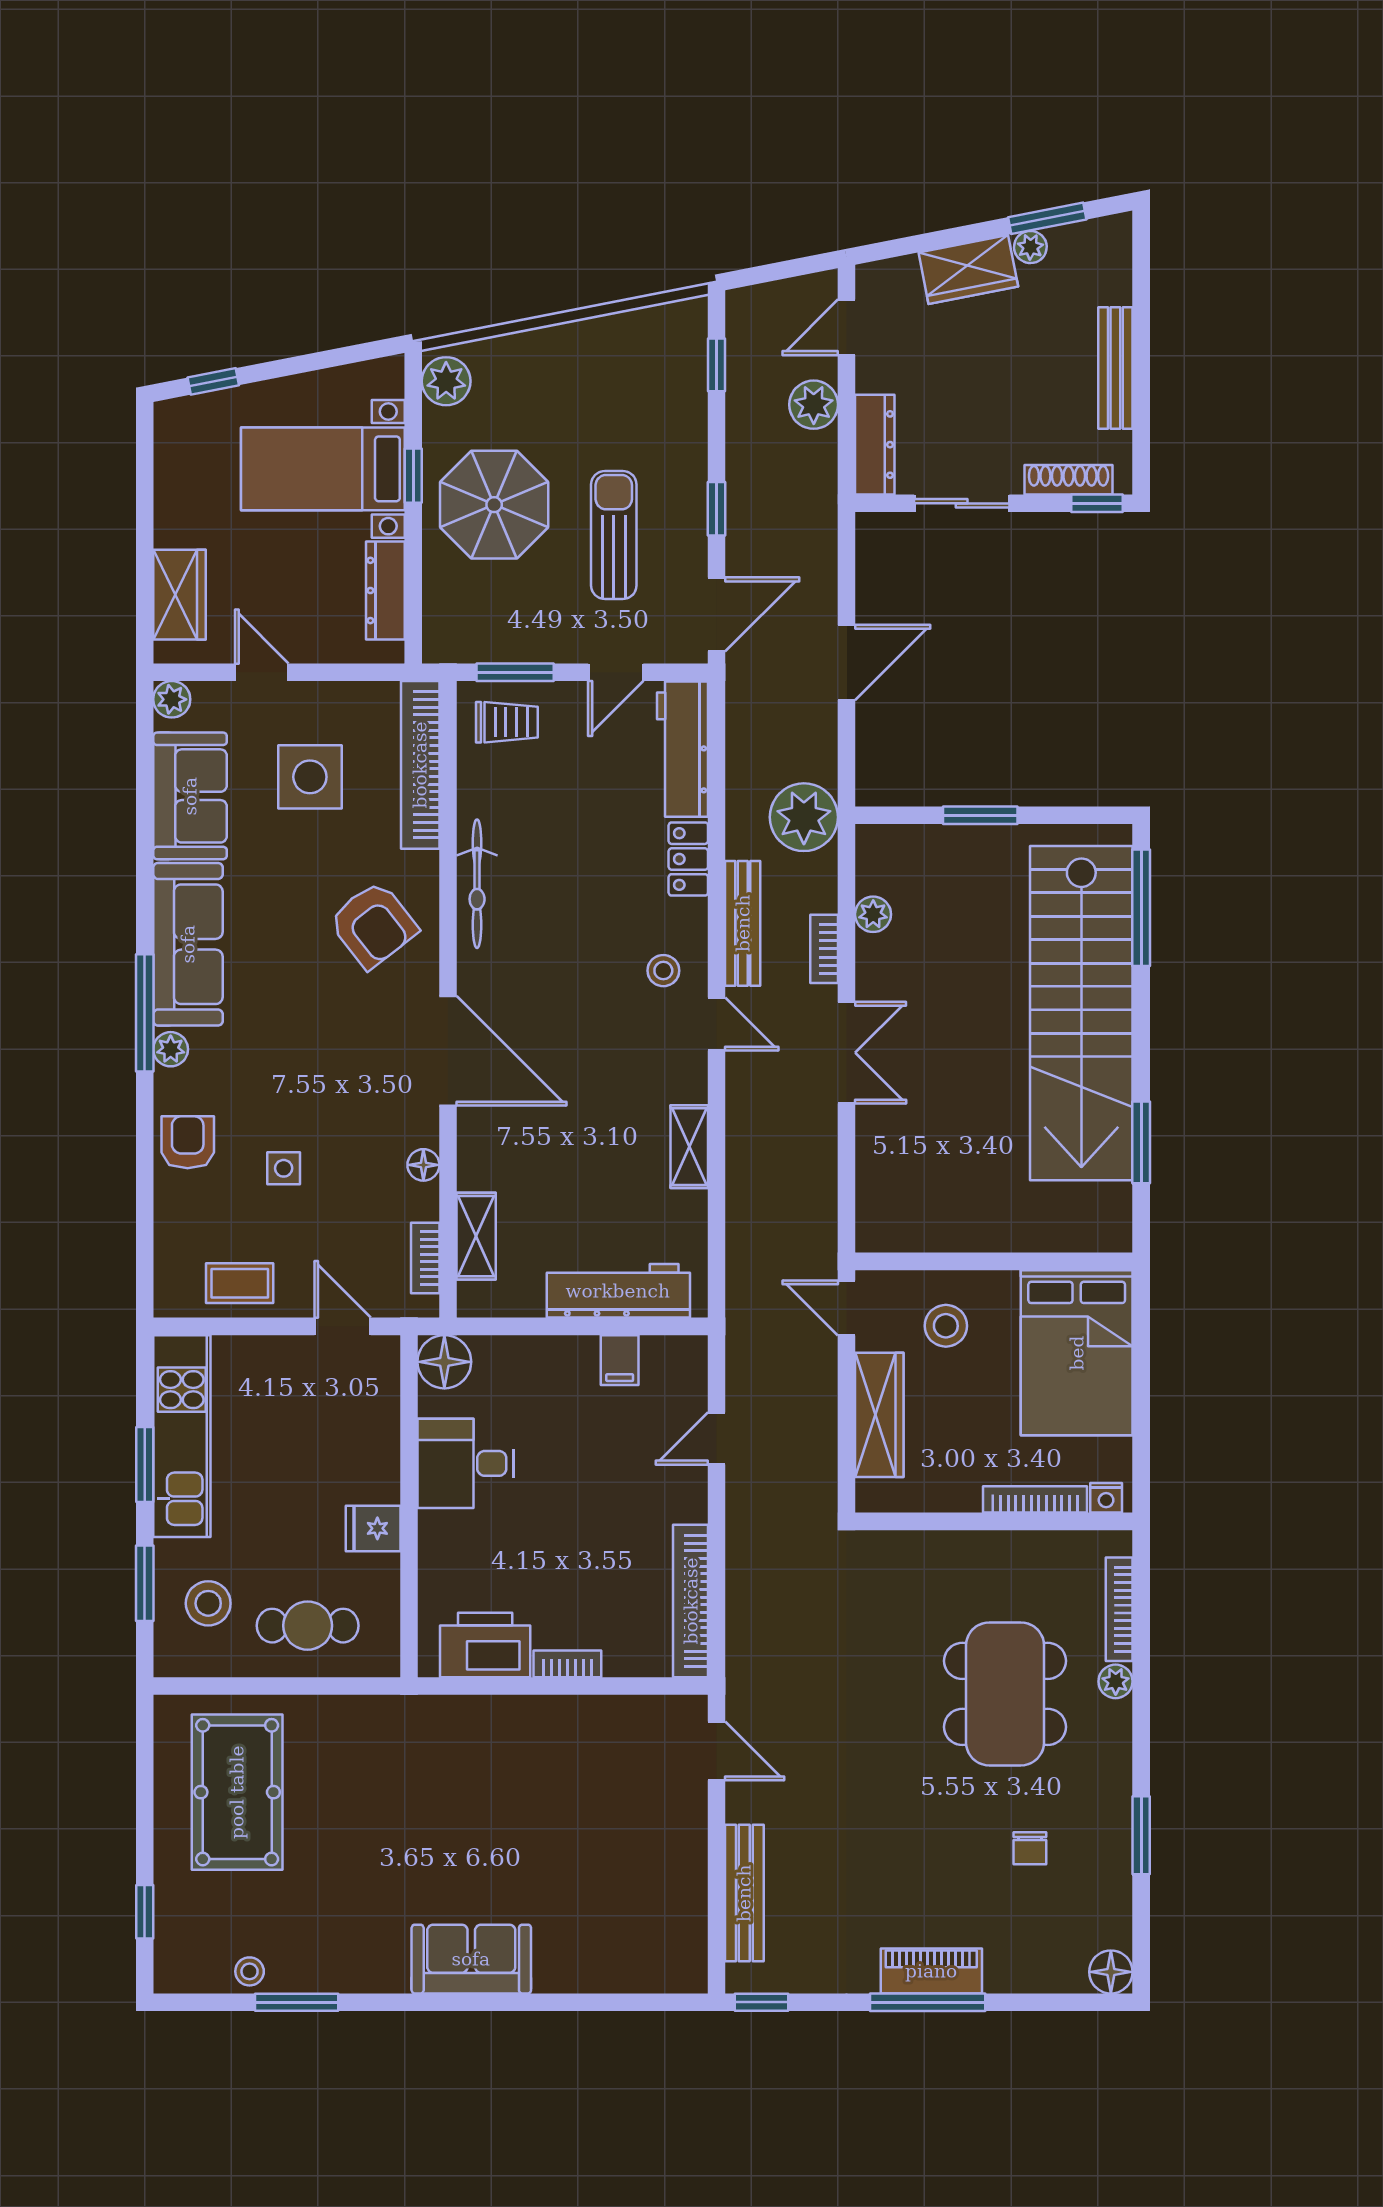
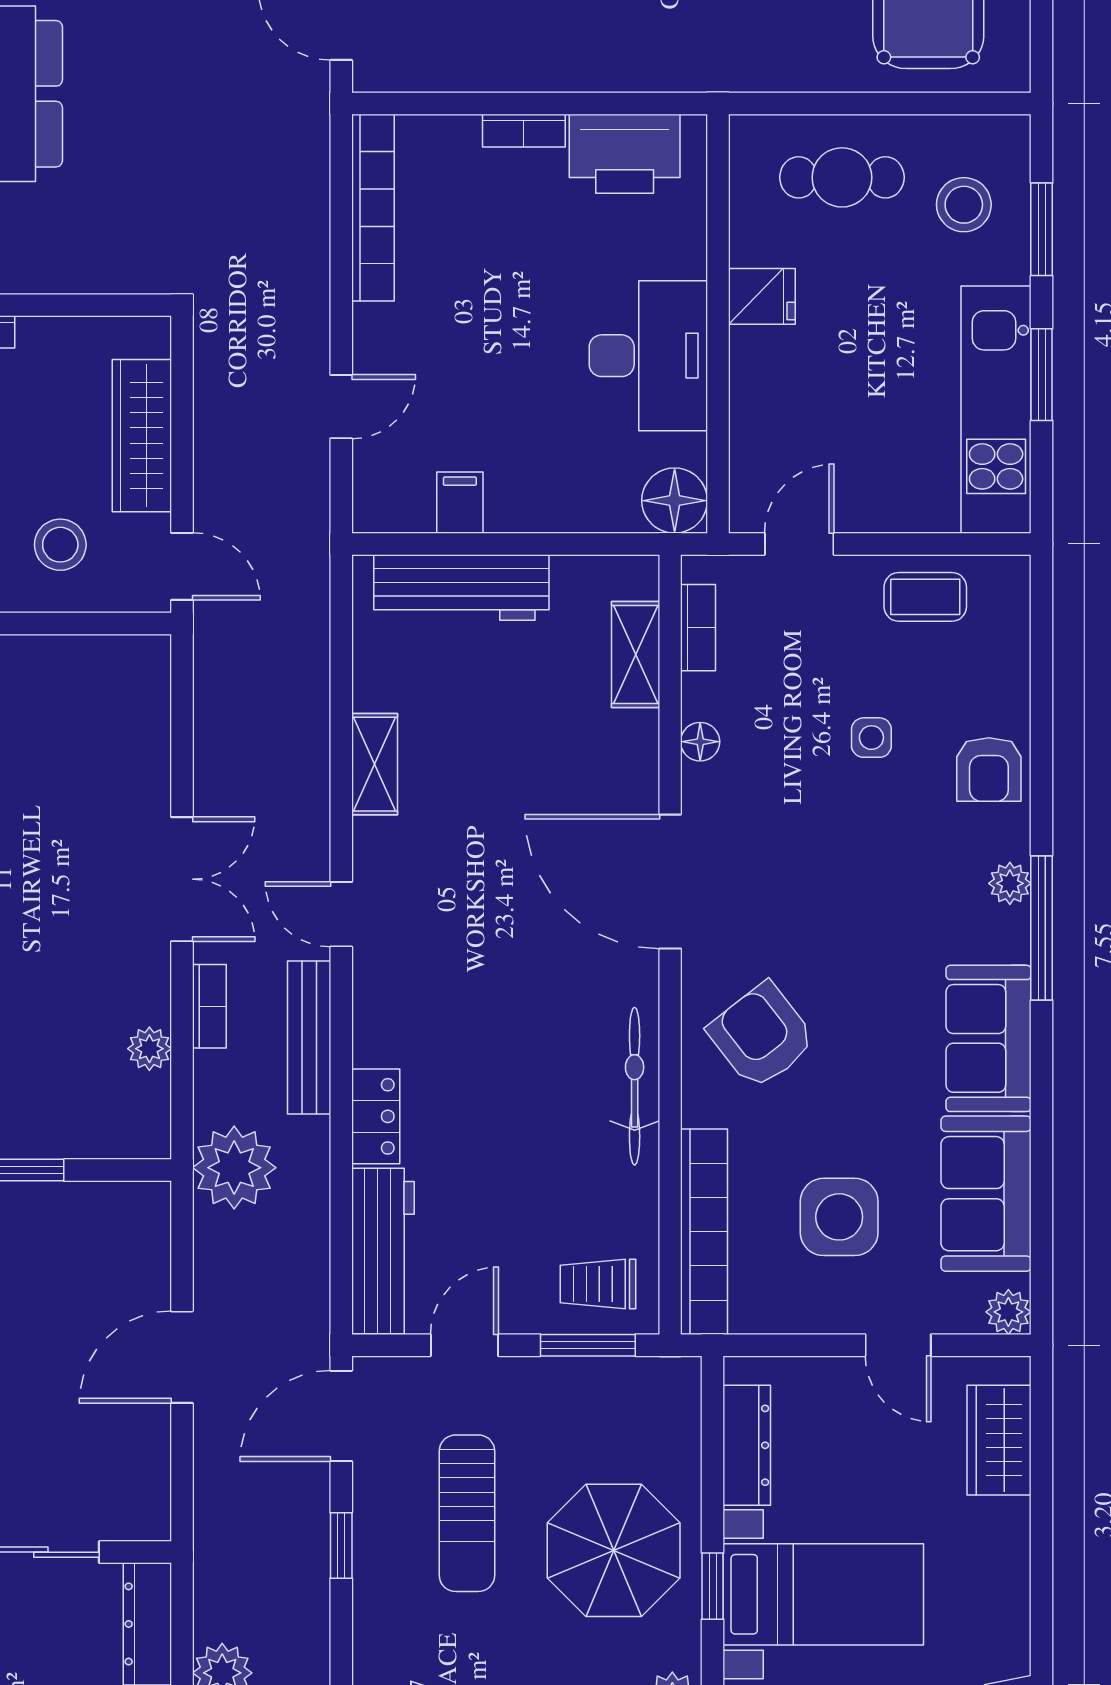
sofa: (188, 944) -> (989, 1038), width x0.73
stool: (663, 971) -> (406, 980), removed
double door: (847, 1053) -> (182, 879), swing flipped
door: (343, 1326) -> (799, 544), swing flipped
desk: (466, 1463) -> (648, 356), width x1.37

